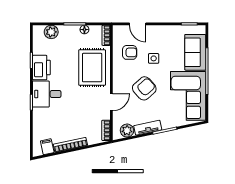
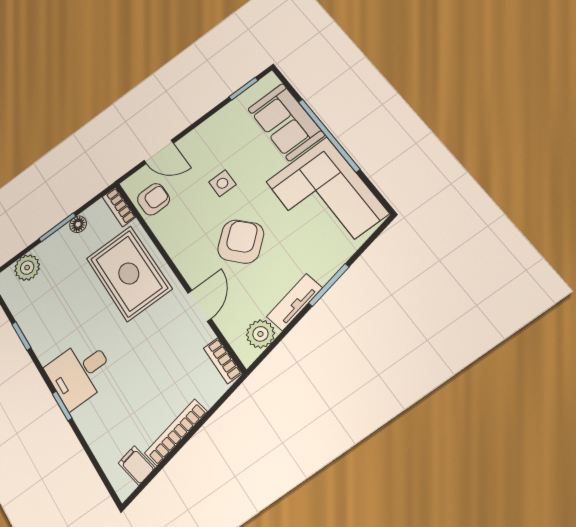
armchair: (130, 52) -> (153, 199), moved
printer: (41, 68) -> (45, 335), removed

